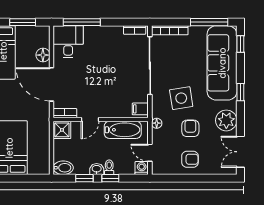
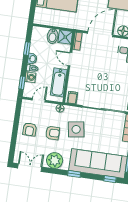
bidet: (63, 168) -> (53, 36), moved
washing machine: (142, 168) -> (30, 77), moved
window: (110, 178) -> (22, 83), moved

